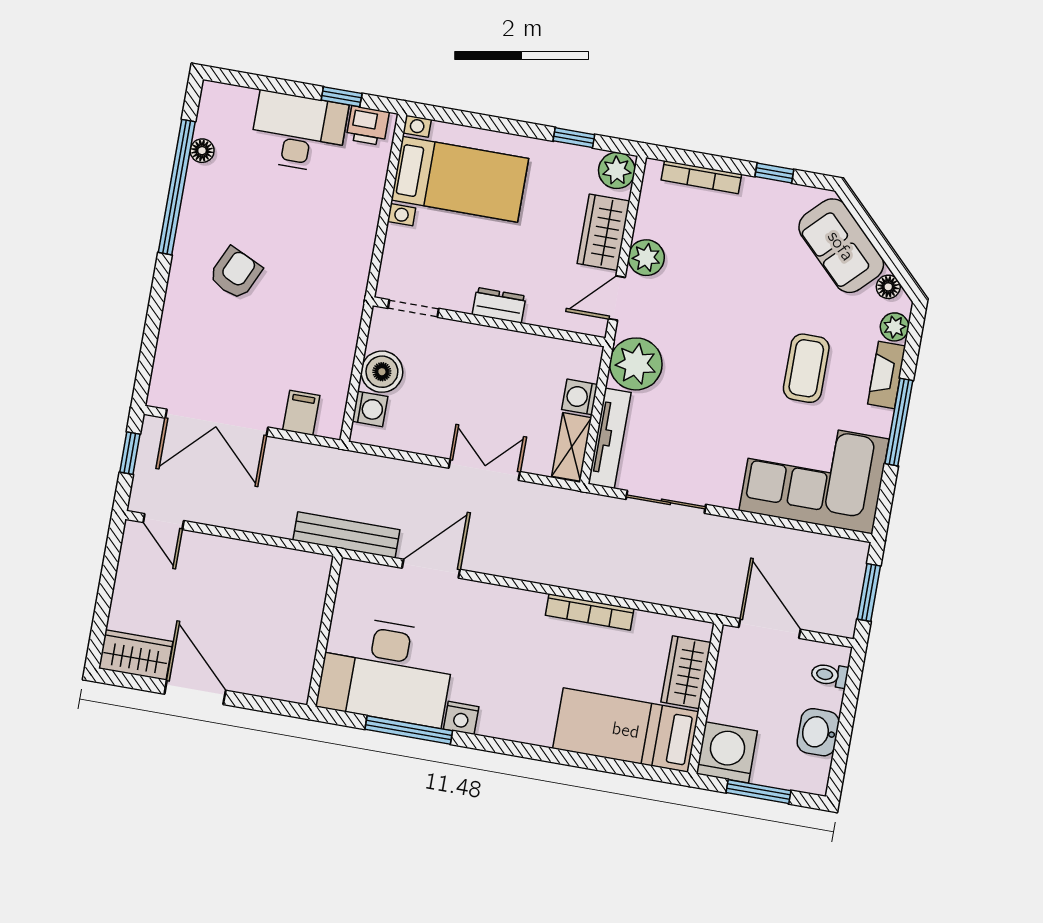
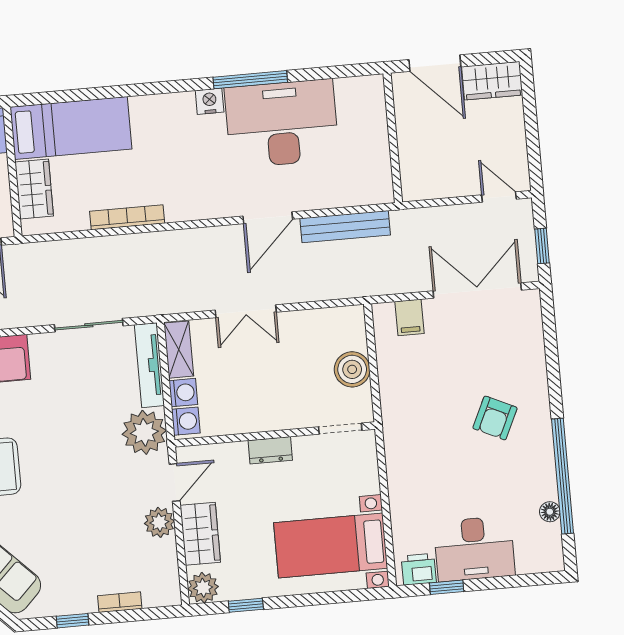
bookcase: (701, 177) -> (120, 602), width x0.64
washing machine: (370, 409) -> (186, 421), moved, turned 180
wall: (325, 631) -> (393, 138), moved

